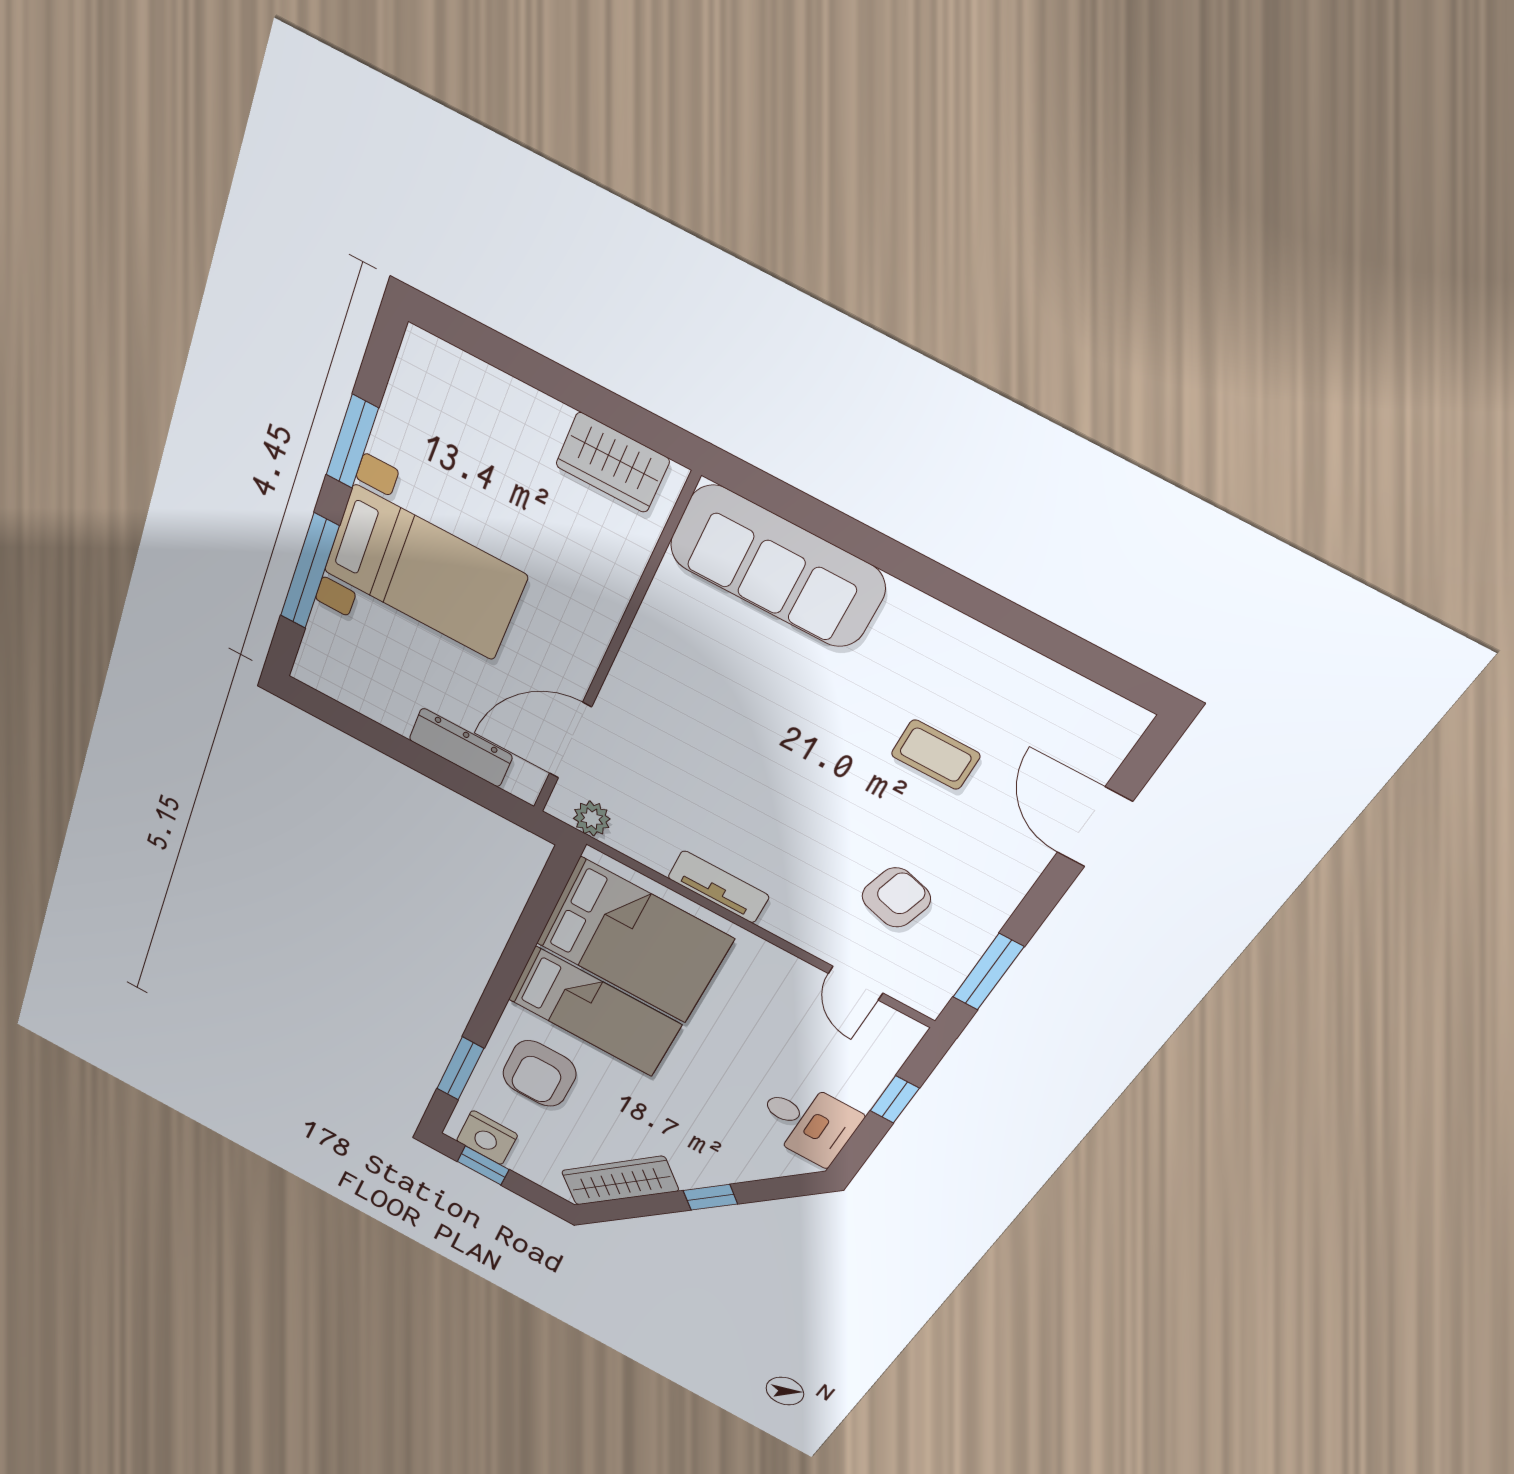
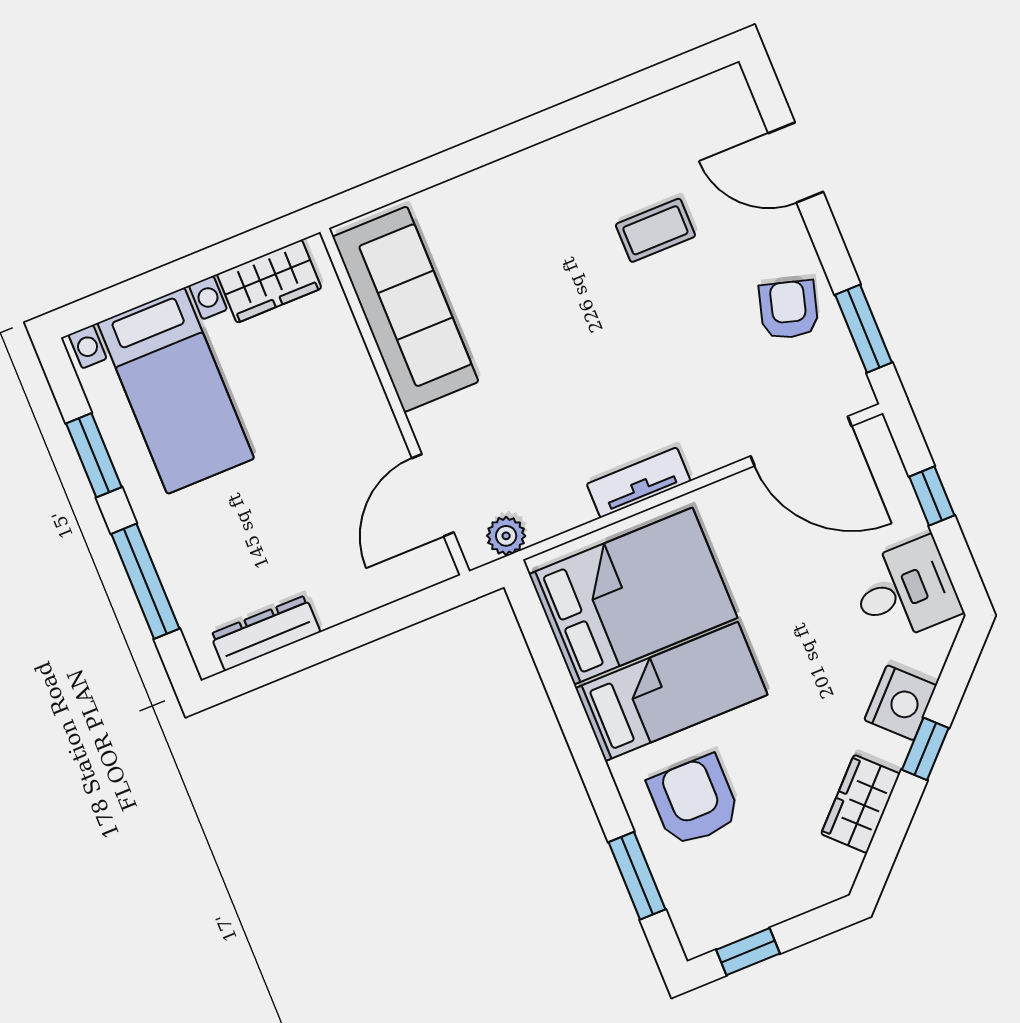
sofa: (777, 567) -> (405, 309), moved, turned -90
bed with nightstands: (425, 573) -> (176, 391), moved, turned 90
dresser: (461, 748) -> (265, 633), moved
armchair: (896, 898) -> (789, 310), moved
door: (855, 983) -> (801, 441), width x1.87
armchair: (539, 1074) -> (694, 801), turned 180
nightstand: (487, 1138) -> (900, 703), moved, turned -45
wardrobe: (620, 1181) -> (861, 804), width x0.67

